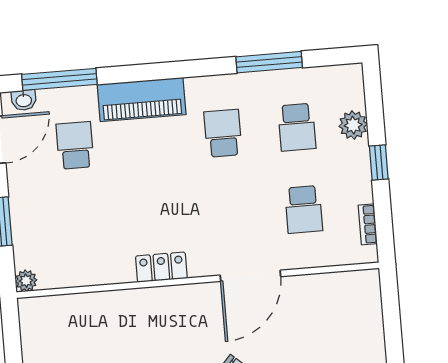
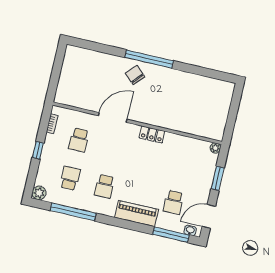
window: (269, 62) -> (73, 212), width x1.46
plant: (353, 125) -> (39, 193), moved
school desk: (304, 209) -> (79, 140), turned 180

